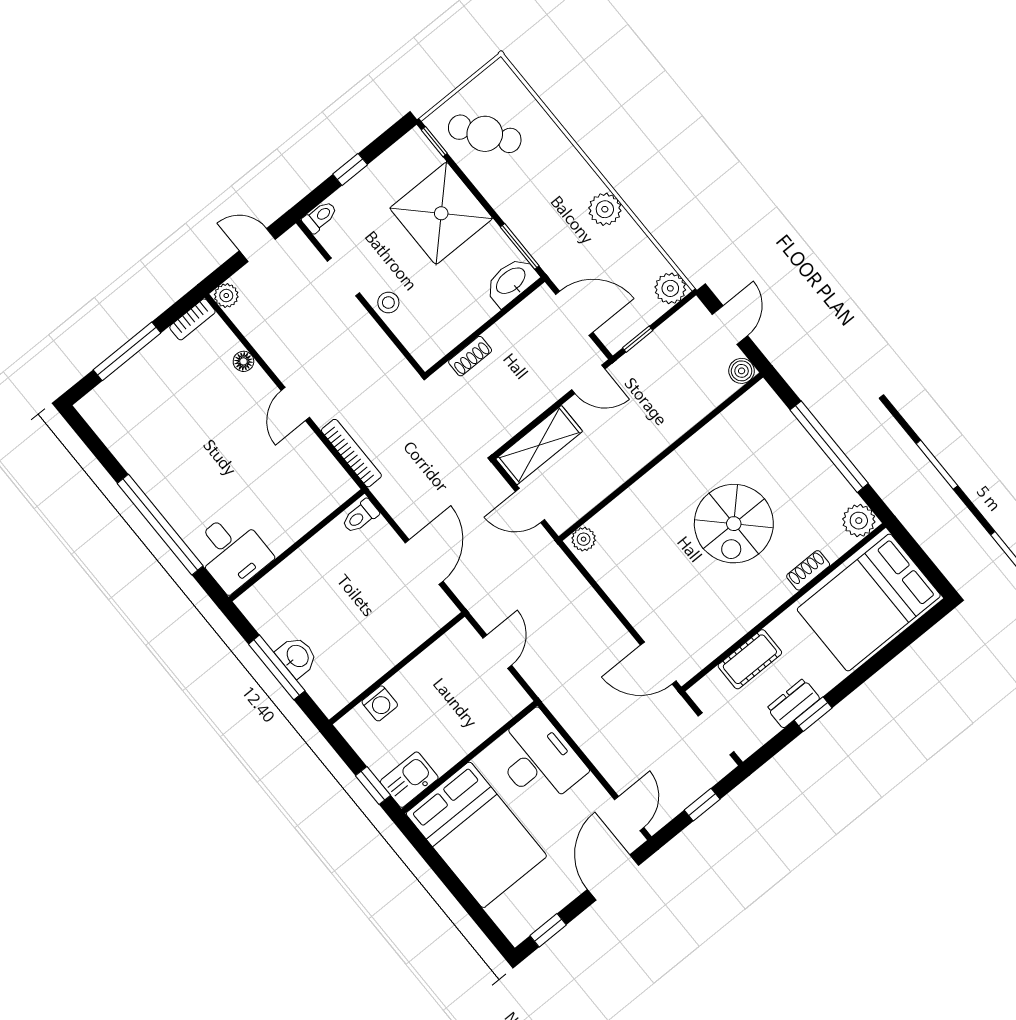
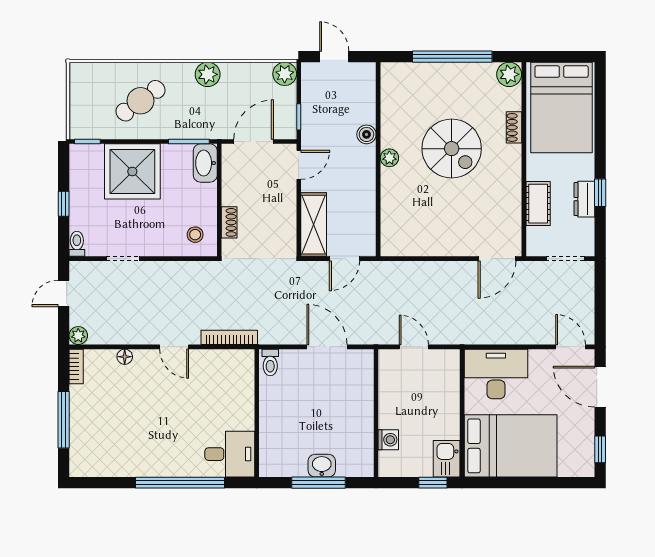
cafe table: (485, 134) -> (140, 101), moved
stool: (388, 303) -> (195, 235), moved
boiler: (742, 371) -> (366, 134), moved
plant: (584, 539) -> (389, 158), moved
window: (702, 805) -> (600, 300), removed

